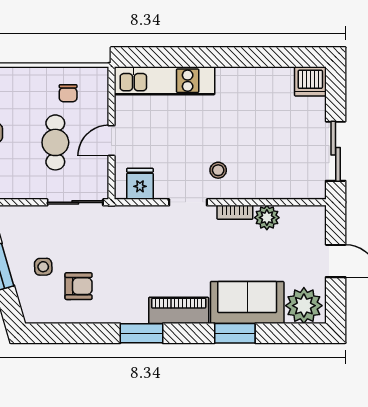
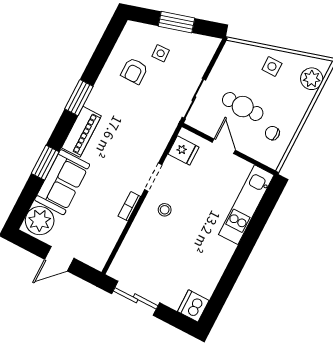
plant: (267, 218) -> (114, 227), removed

